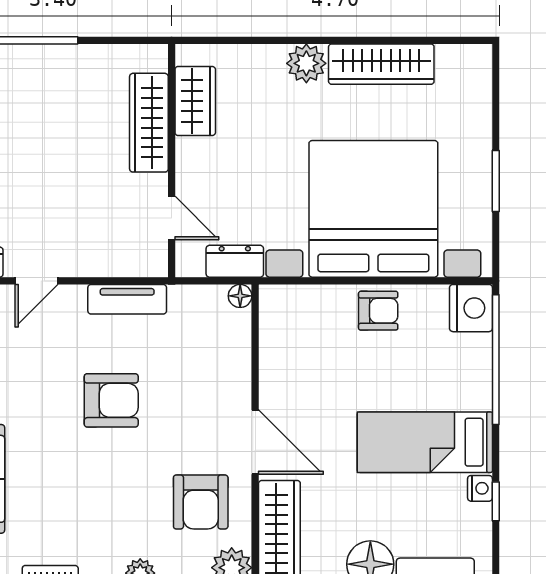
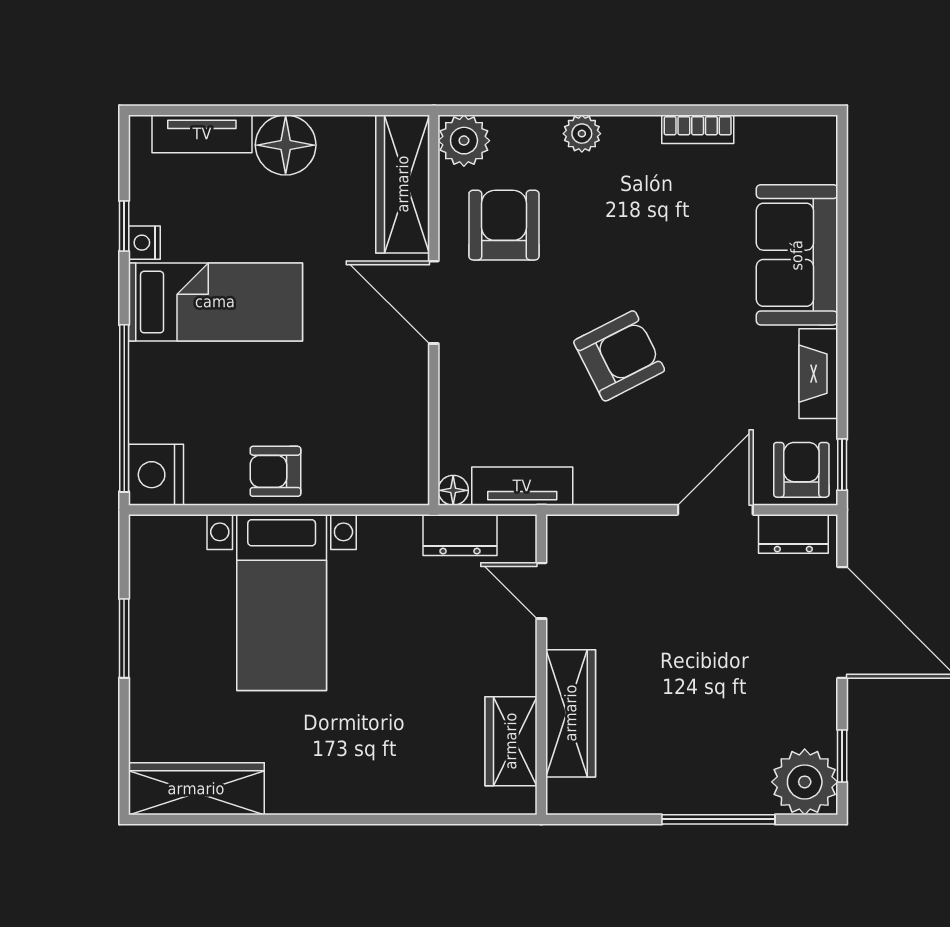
plant: (306, 63) -> (368, 790), removed
wardrobe: (381, 64) -> (196, 789), moved
bed with nightstands: (373, 209) -> (282, 602), width x0.54
door: (36, 281) -> (715, 510), width x1.38
tv unit: (127, 299) -> (522, 486), moved
armchair: (111, 400) -> (619, 356), turned 153

